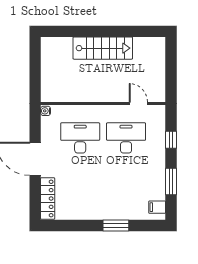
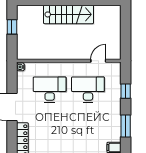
window: (35, 63) -> (12, 27), added
door: (138, 103) -> (98, 61), hinge flipped

